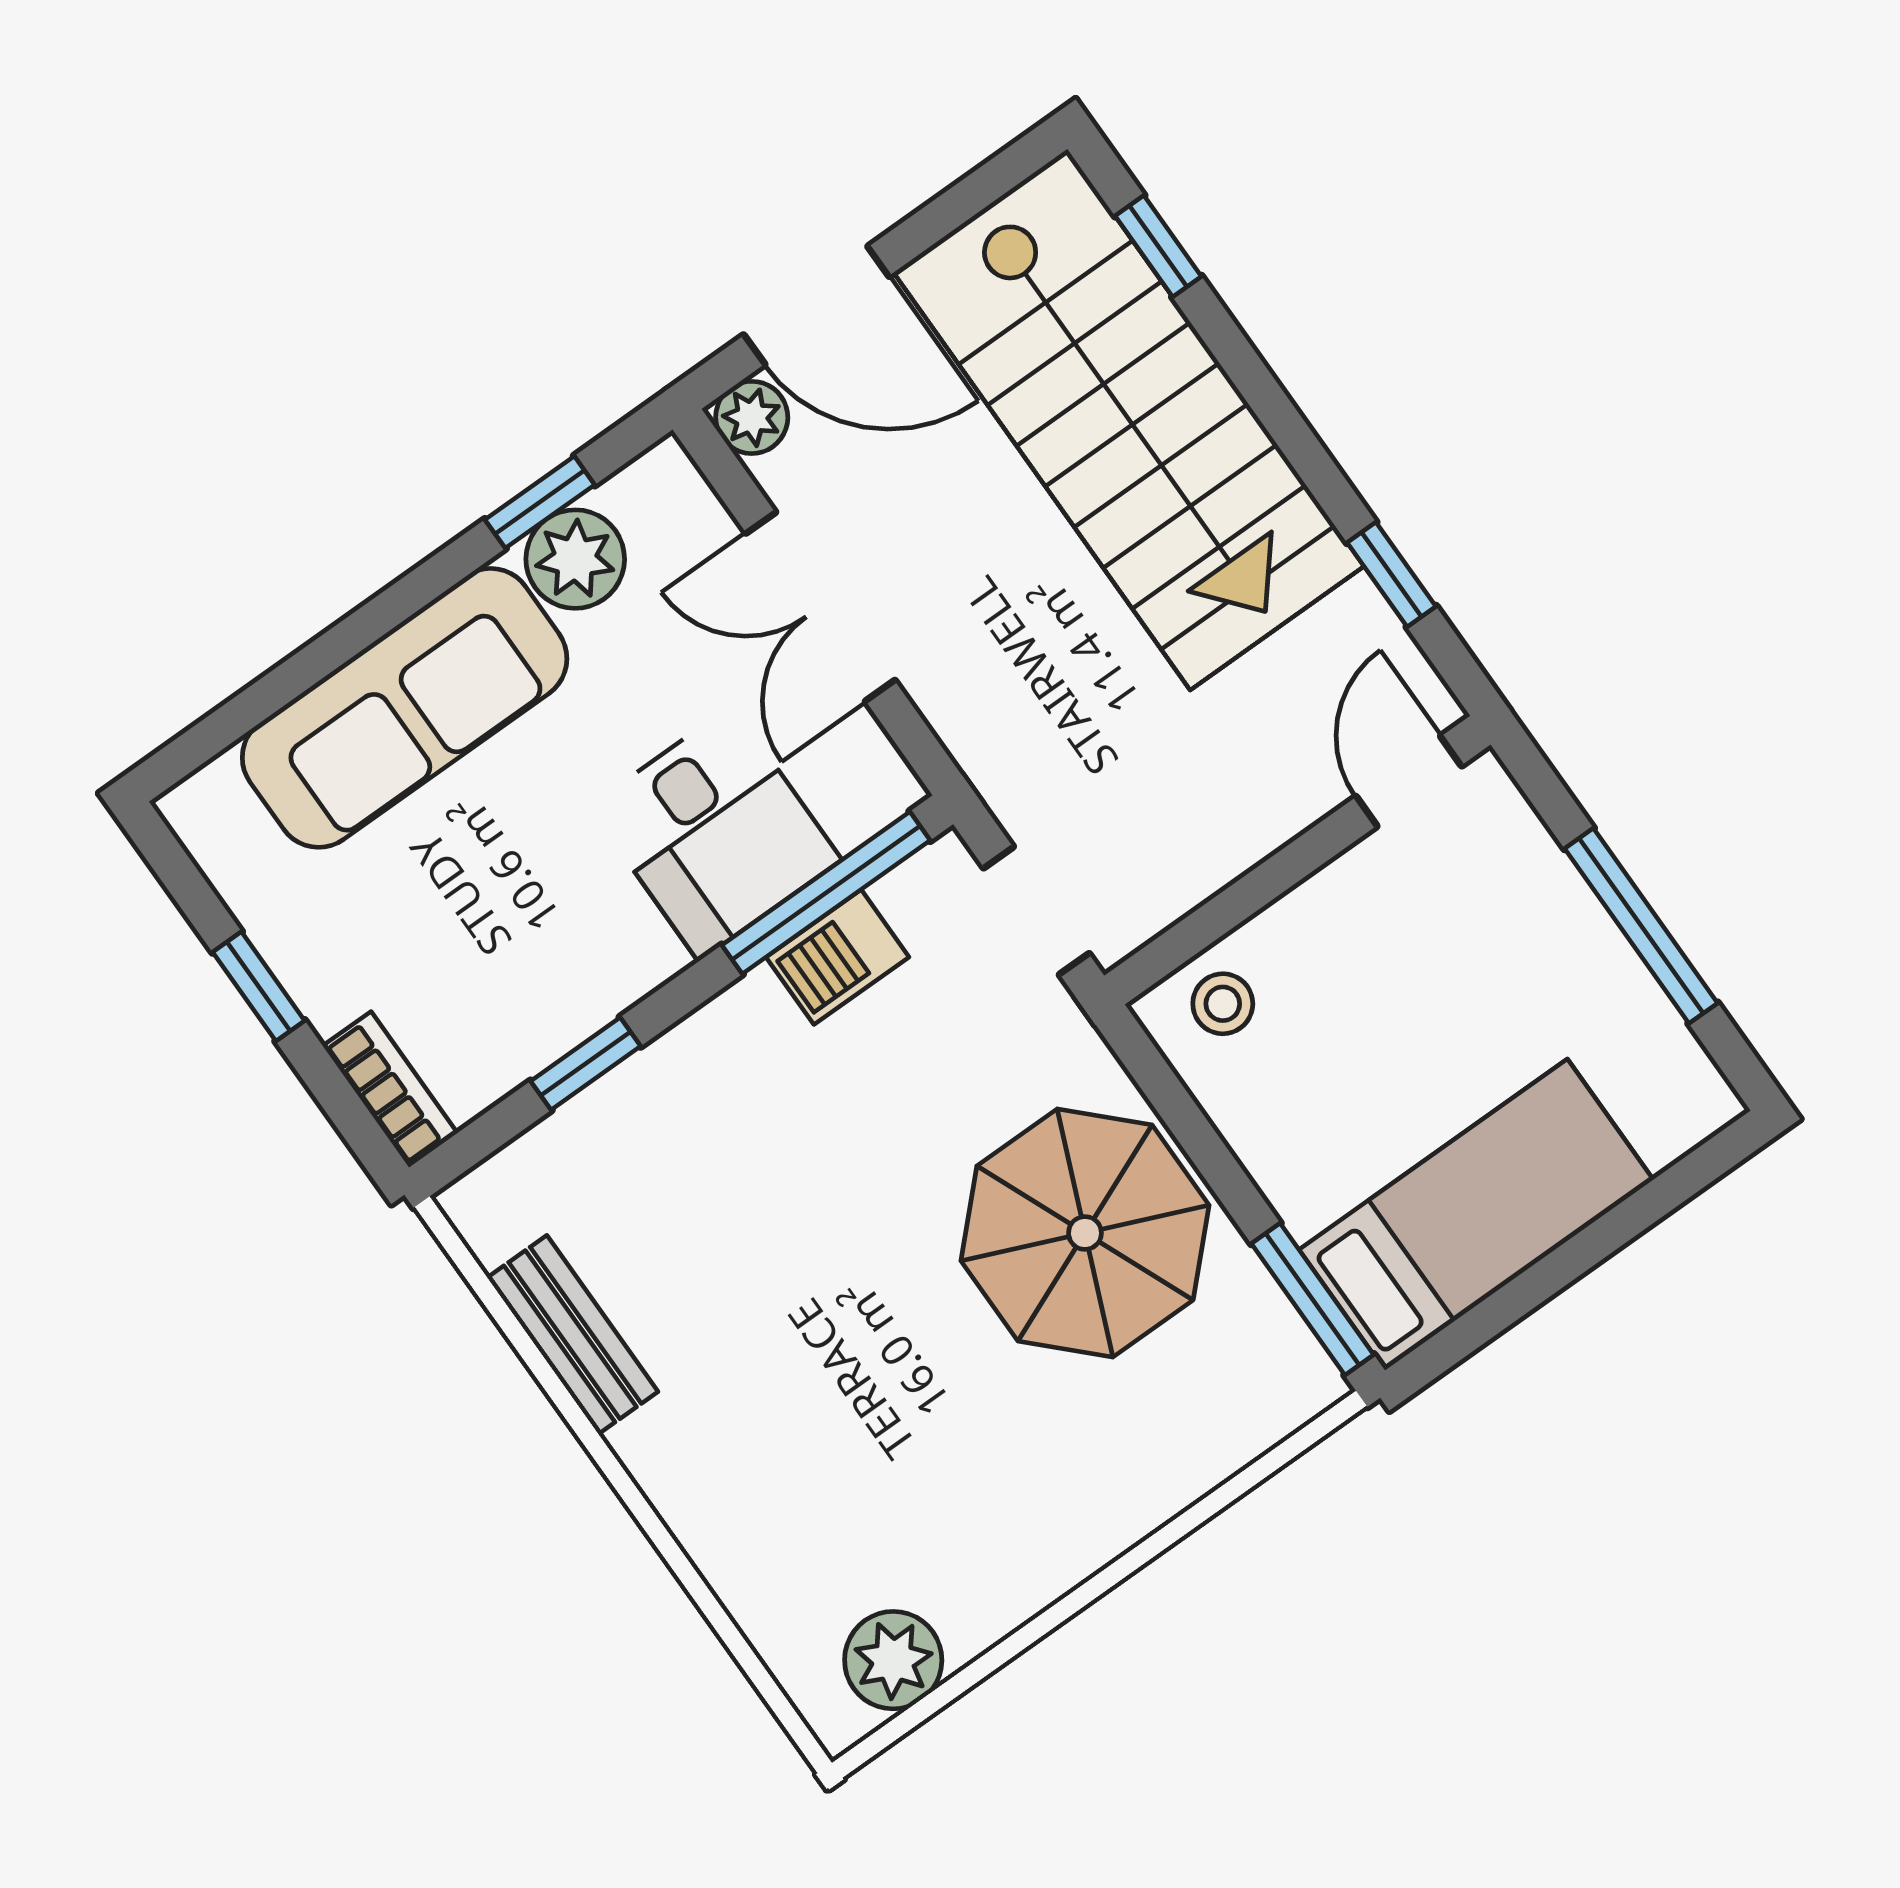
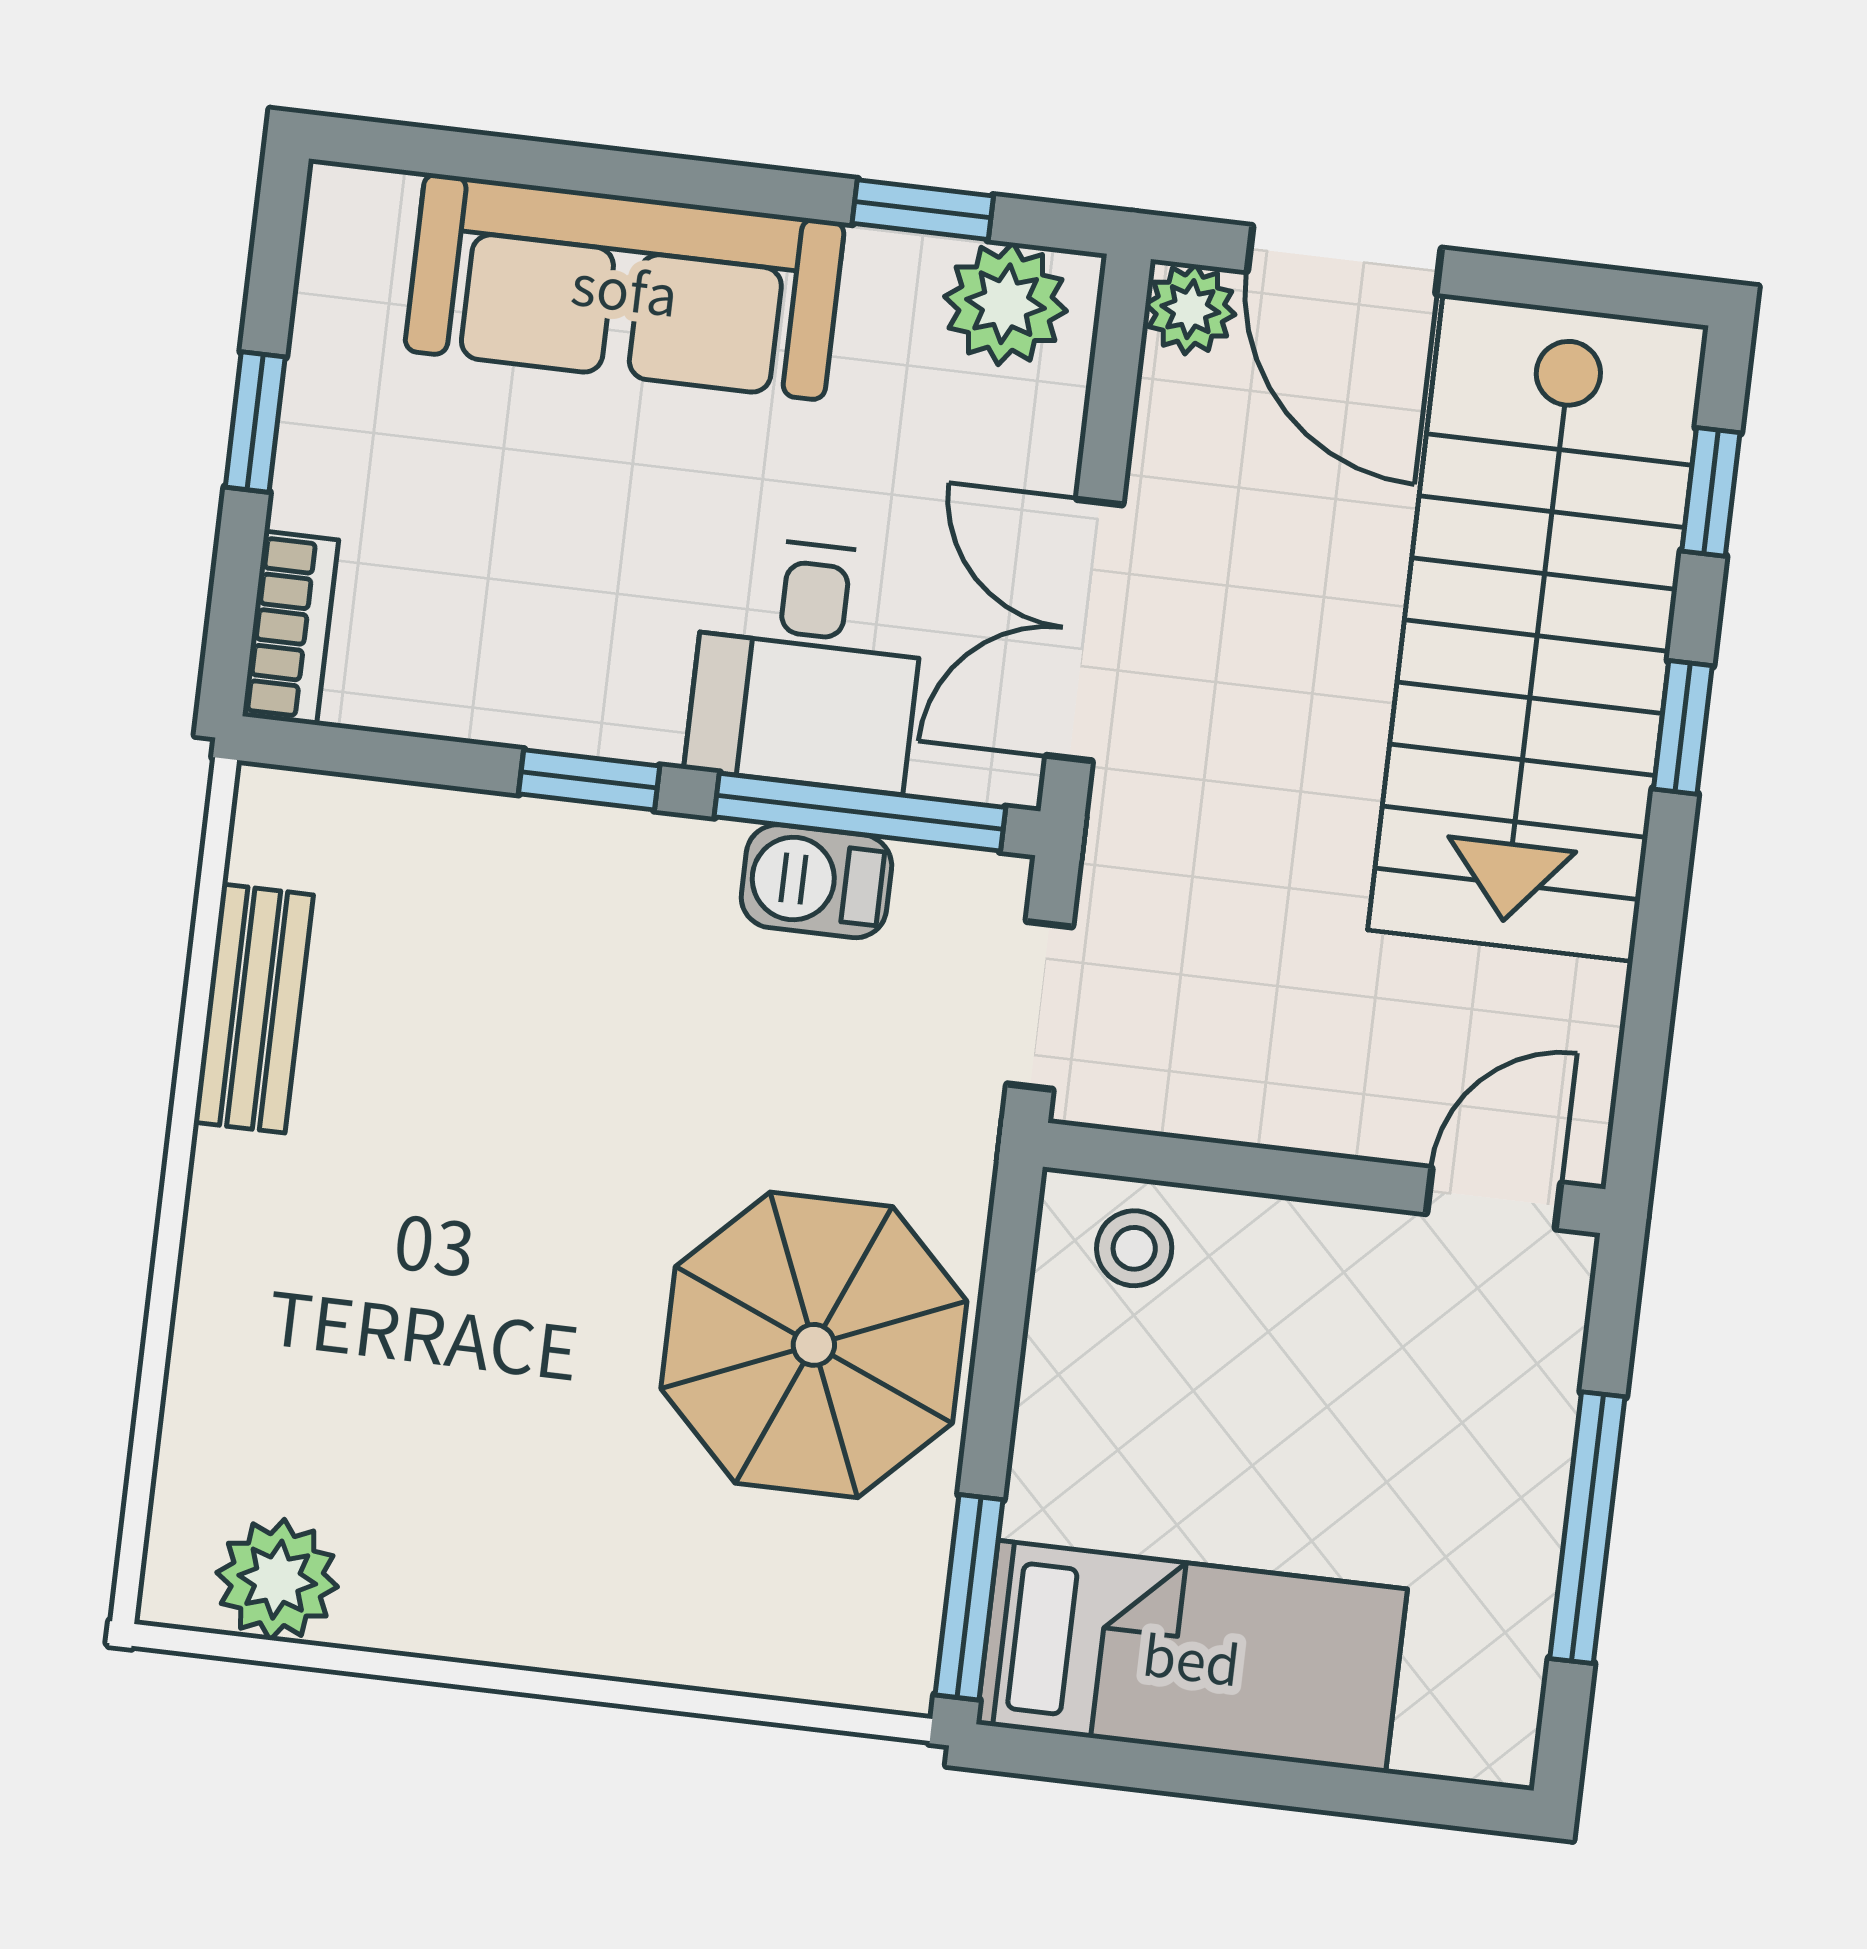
plant: (575, 559) -> (1006, 304), moved
window: (1391, 574) -> (1683, 727), moved
double door: (820, 607) -> (1084, 630), moved
window: (586, 1064) -> (589, 780), moved

